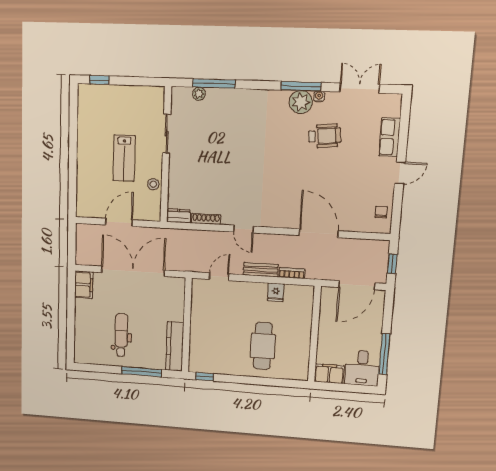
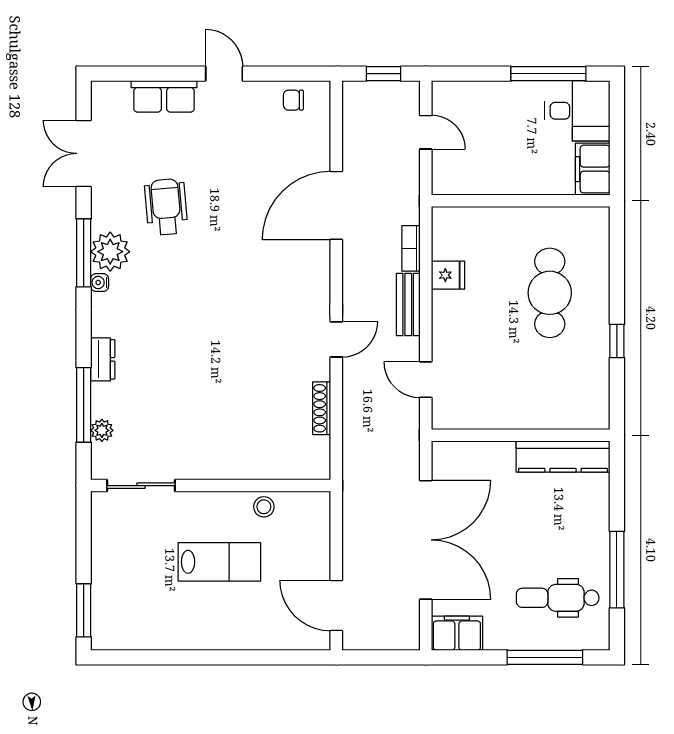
window: (99, 80) -> (84, 610), width x1.50
water cooler: (319, 96) -> (100, 283), moved
sliding door: (167, 134) -> (141, 486), moved
dresser: (179, 216) -> (103, 359), moved, turned 180
door: (119, 222) -> (336, 605), moved
double door: (133, 271) -> (426, 540), swing flipped
door: (357, 285) -> (426, 132), width x0.53
window: (71, 329) -> (545, 657), added
dental chair: (121, 335) -> (558, 598), moved
cafe table: (263, 346) -> (550, 293), turned 90
window: (141, 372) -> (617, 570), moved
window: (205, 377) -> (617, 341), moved

